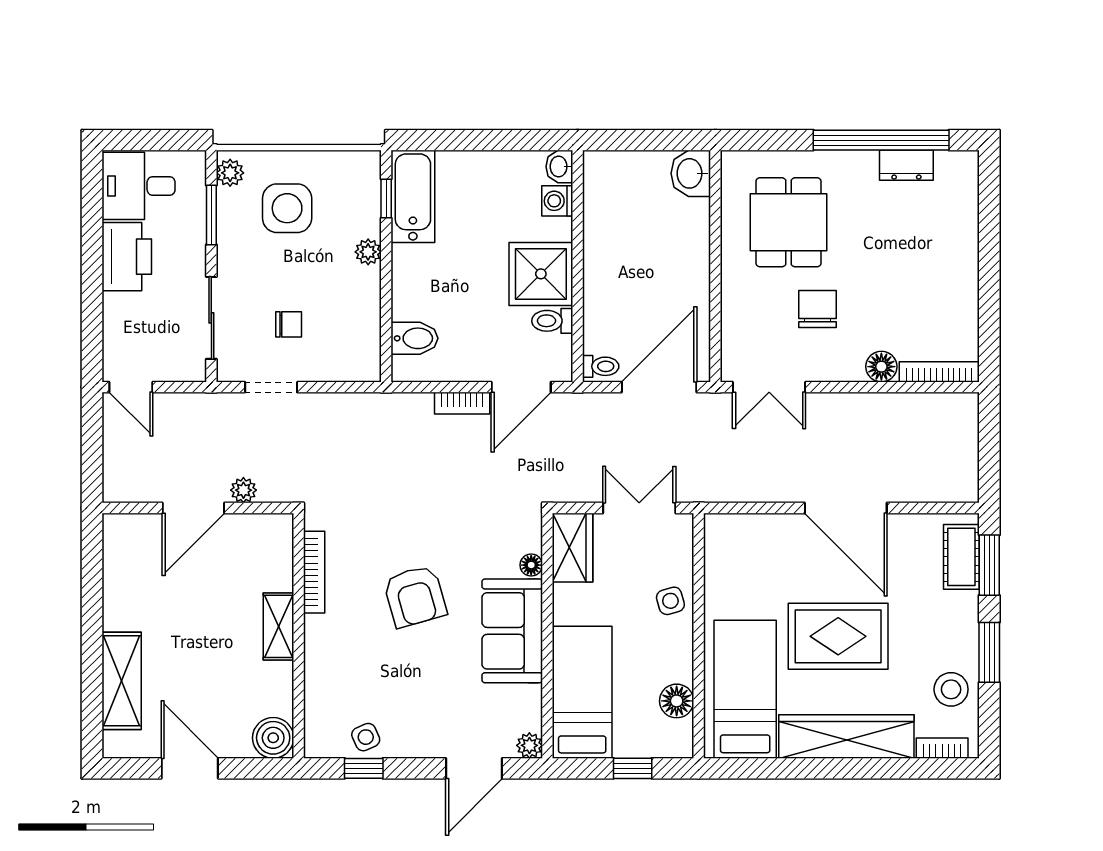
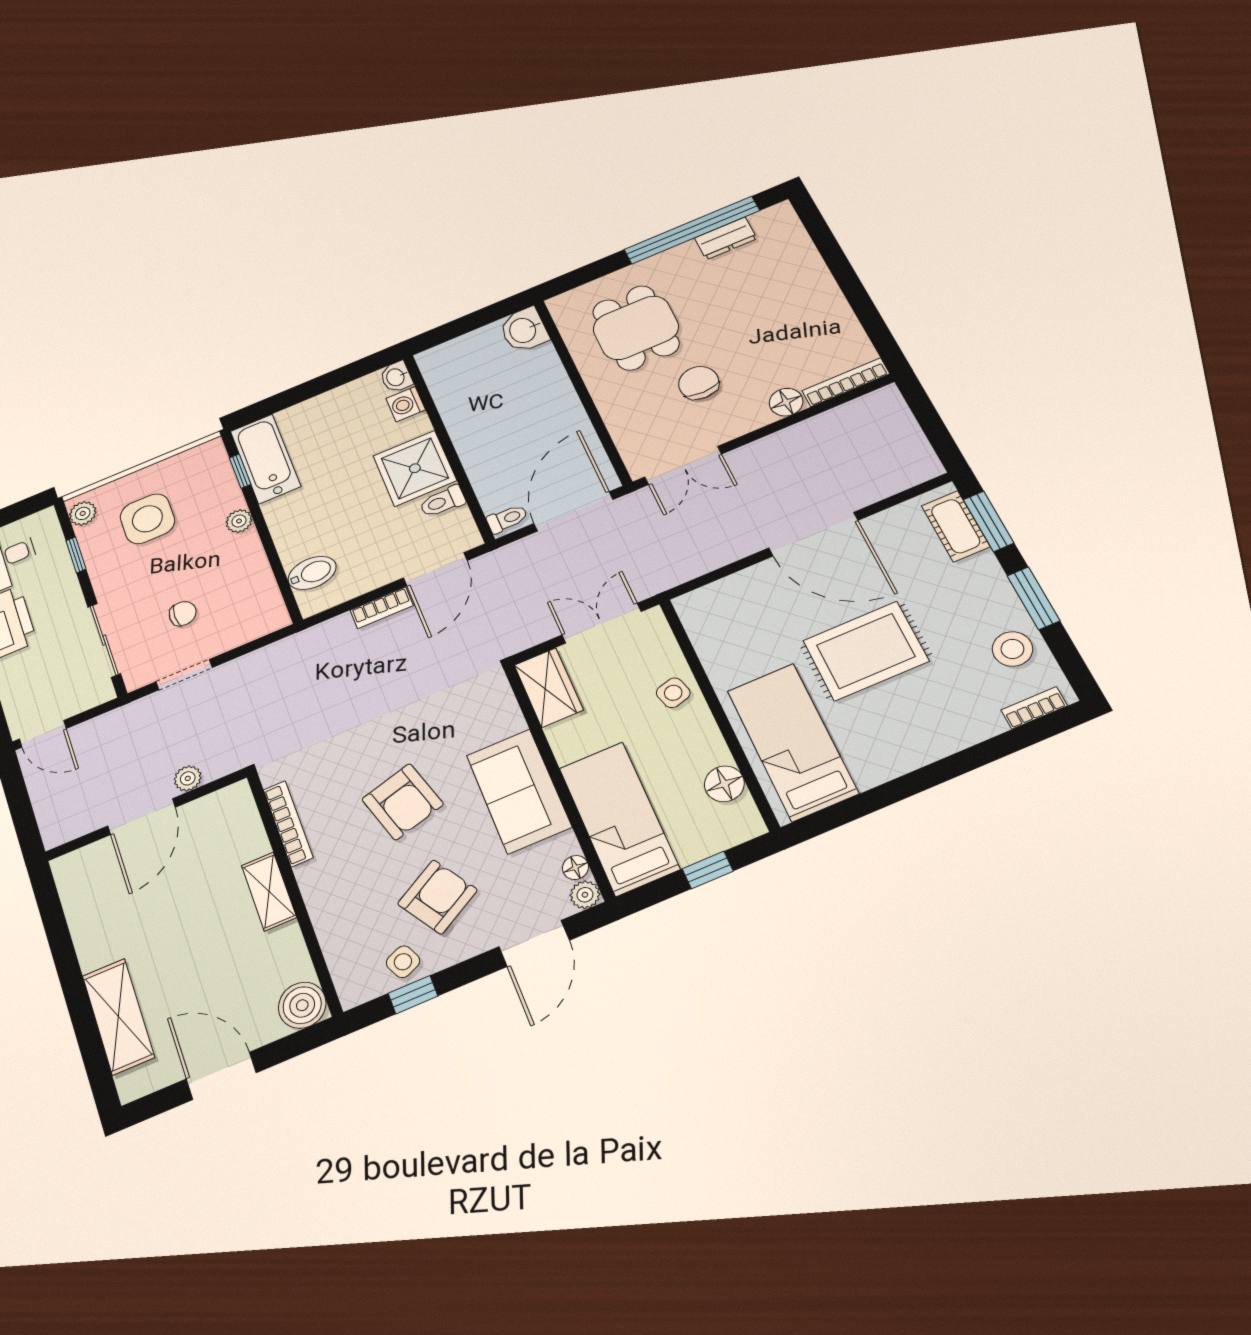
window: (211, 215) -> (76, 555), width x0.67
floor lamp: (531, 565) -> (575, 868), moved
armchair: (413, 694) -> (437, 897), added
wardrobe: (846, 736) -> (924, 741), removed

